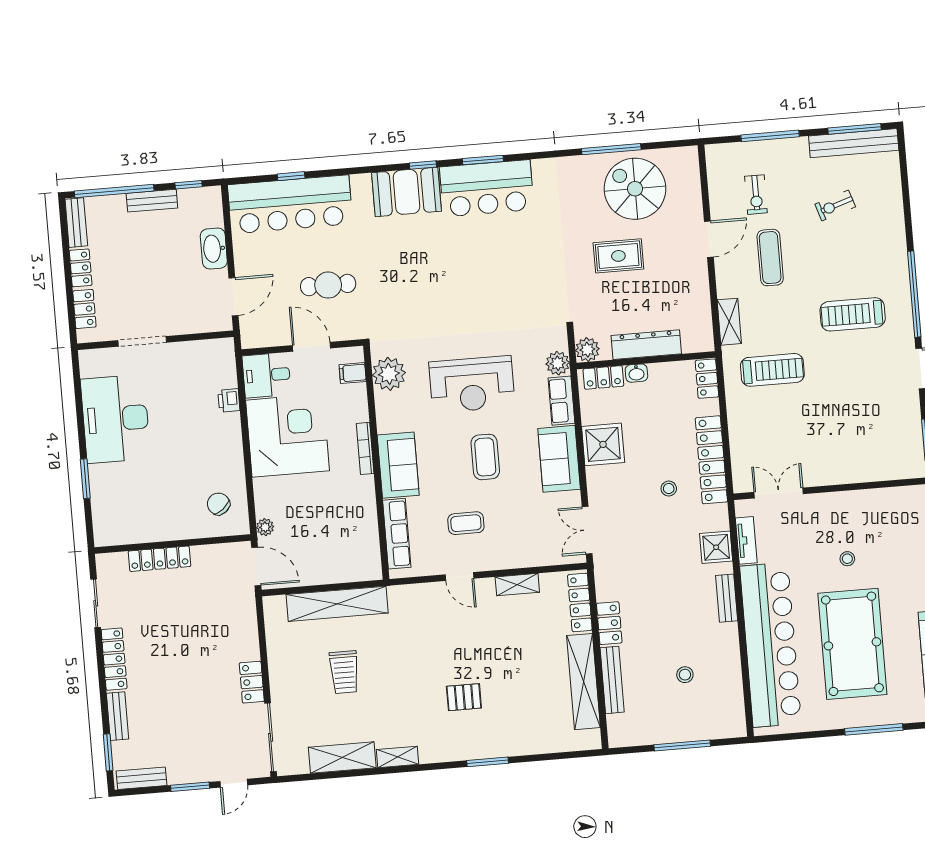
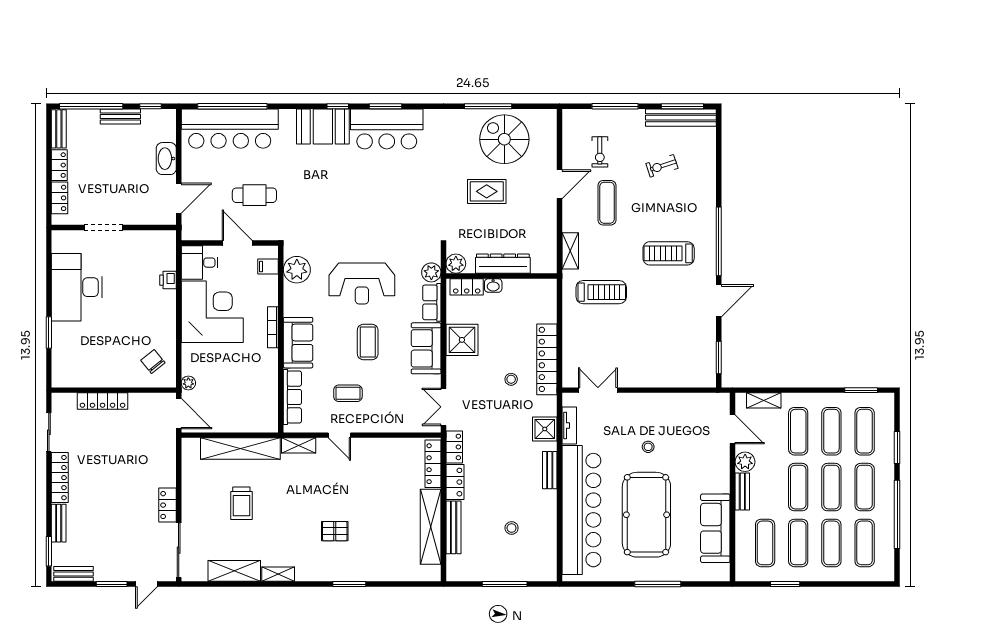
window: (291, 176) -> (232, 106), width x3.17
locker: (707, 379) -> (454, 447), moved, turned 180
shelving: (517, 585) -> (299, 445), moved

